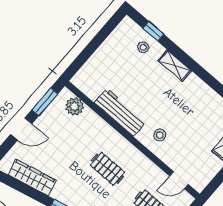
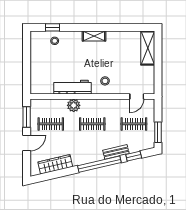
shelving: (175, 66) -> (94, 36), moved
plant: (75, 106) -> (74, 105), moved
clothes rail: (64, 131) -> (51, 124), added

